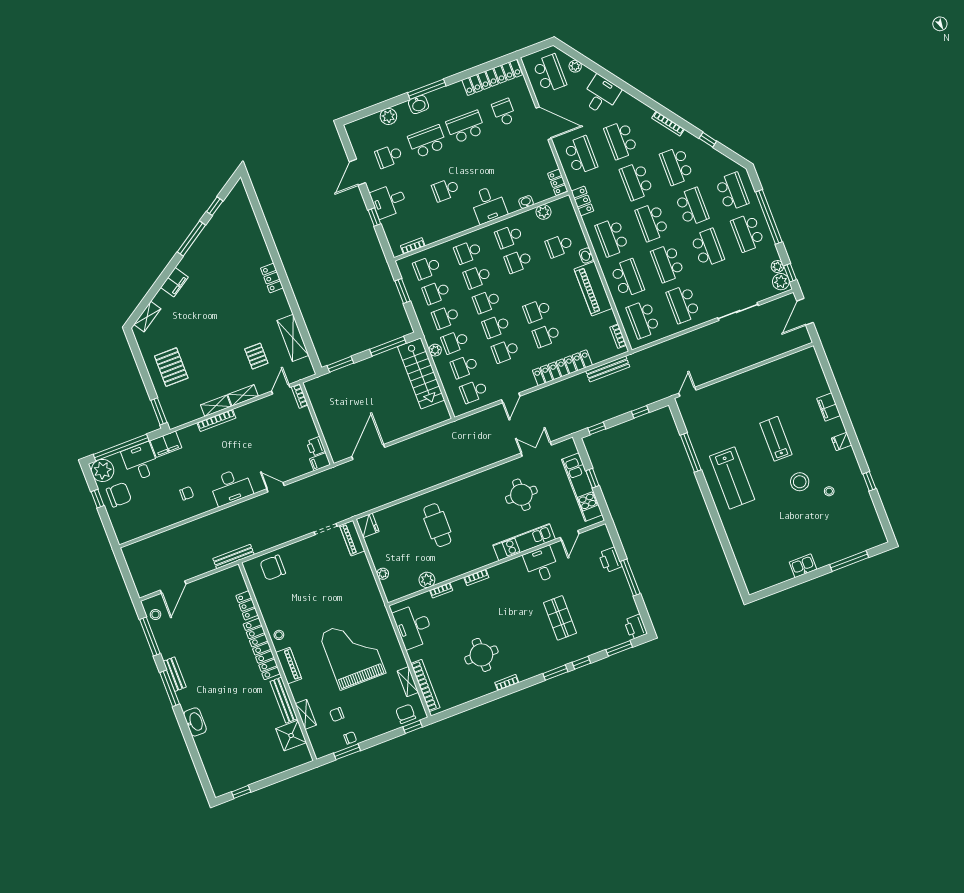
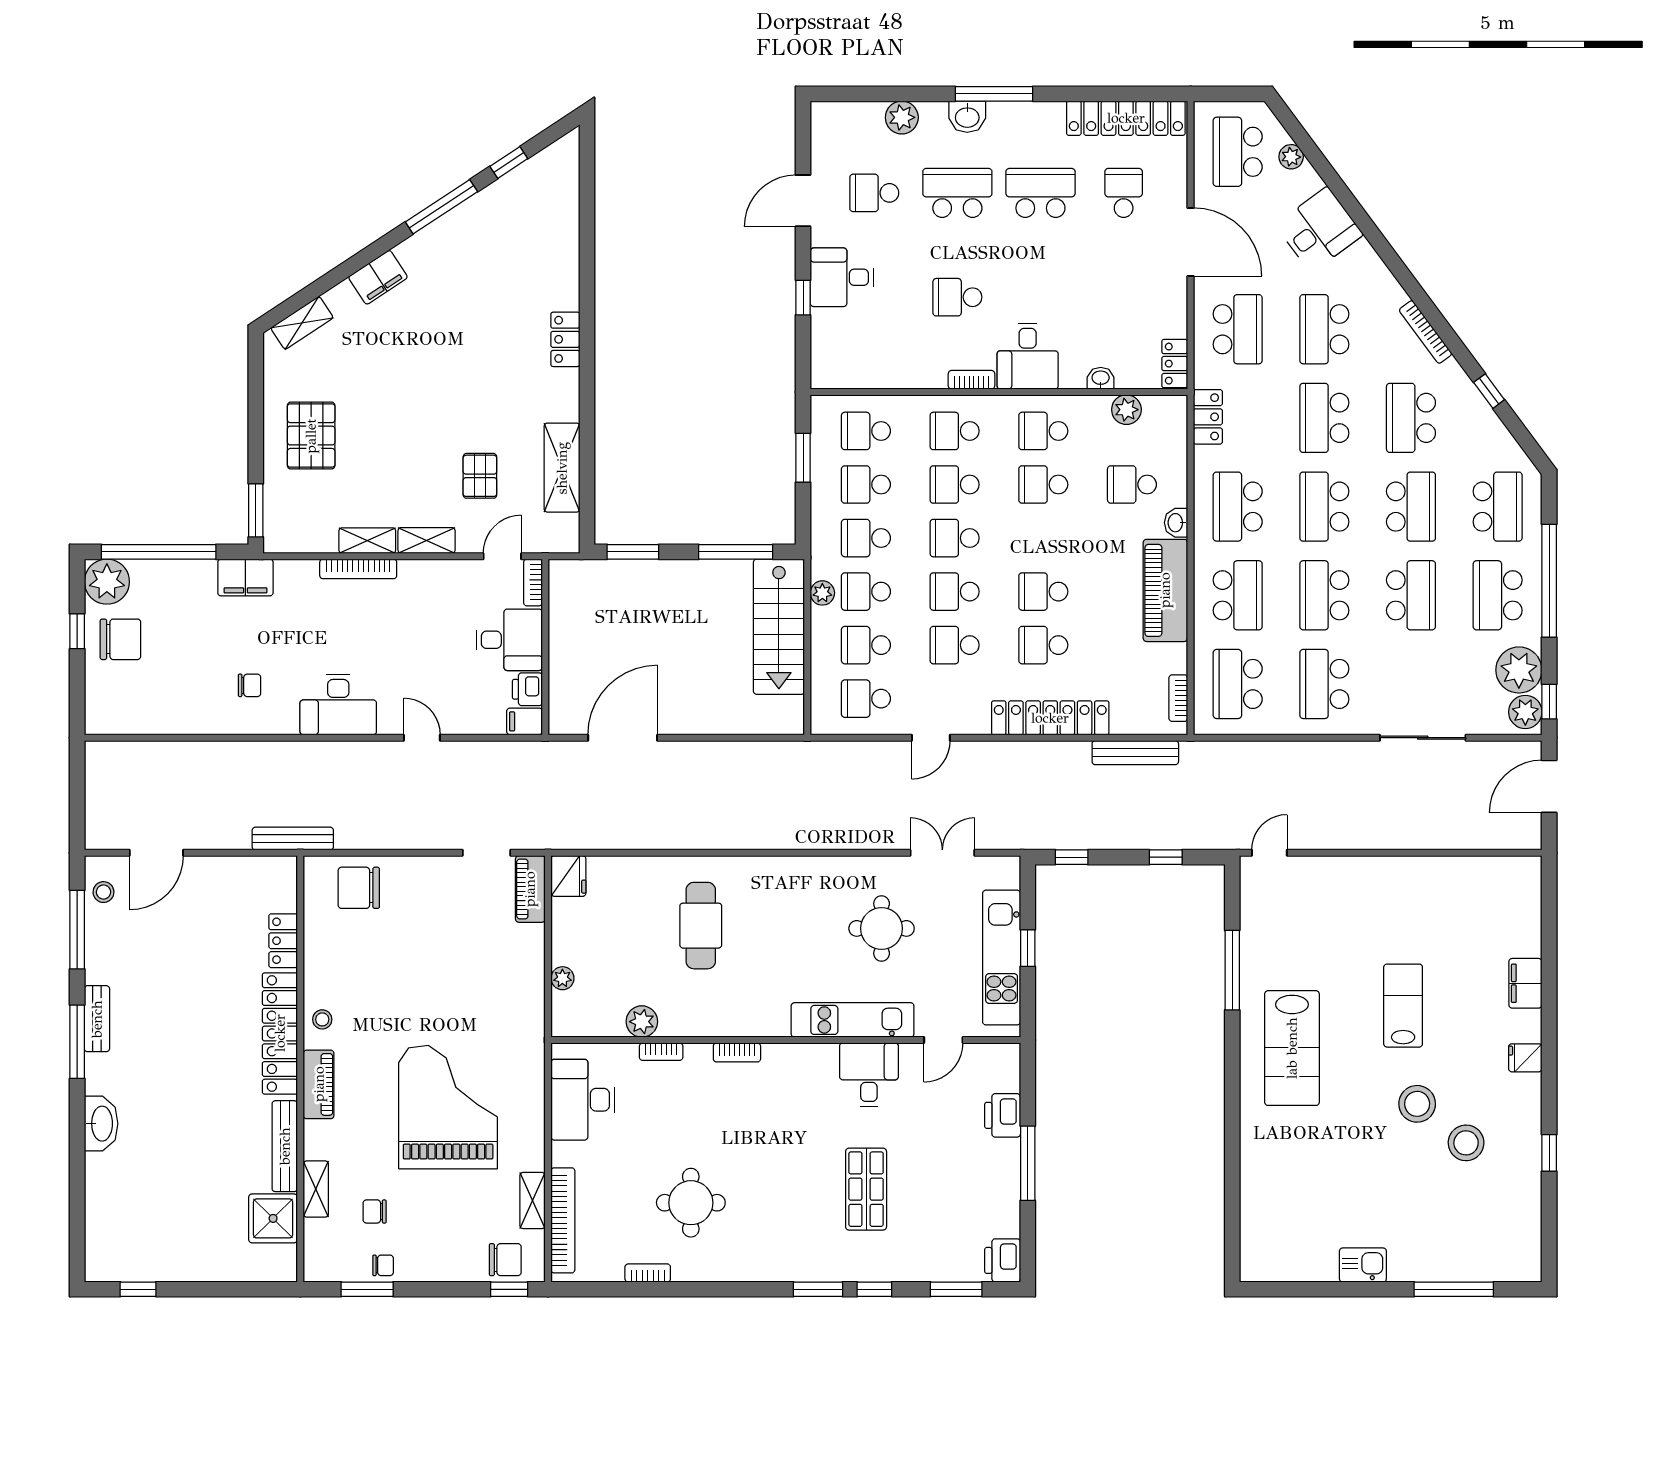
school desk: (550, 73) -> (1238, 152), turned 180
bookcase: (413, 246) -> (972, 380), moved
plant: (777, 266) -> (1519, 670), width x1.87, depth x1.87
desk: (140, 462) -> (509, 640), moved, turned 90
stool: (829, 491) -> (1466, 1143), width x1.89, depth x1.89
bookcase: (507, 682) -> (648, 1273), moved
chair: (406, 714) -> (505, 1260), turned 90

